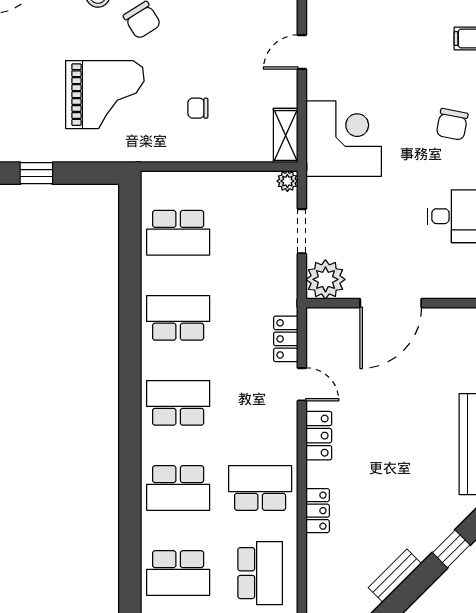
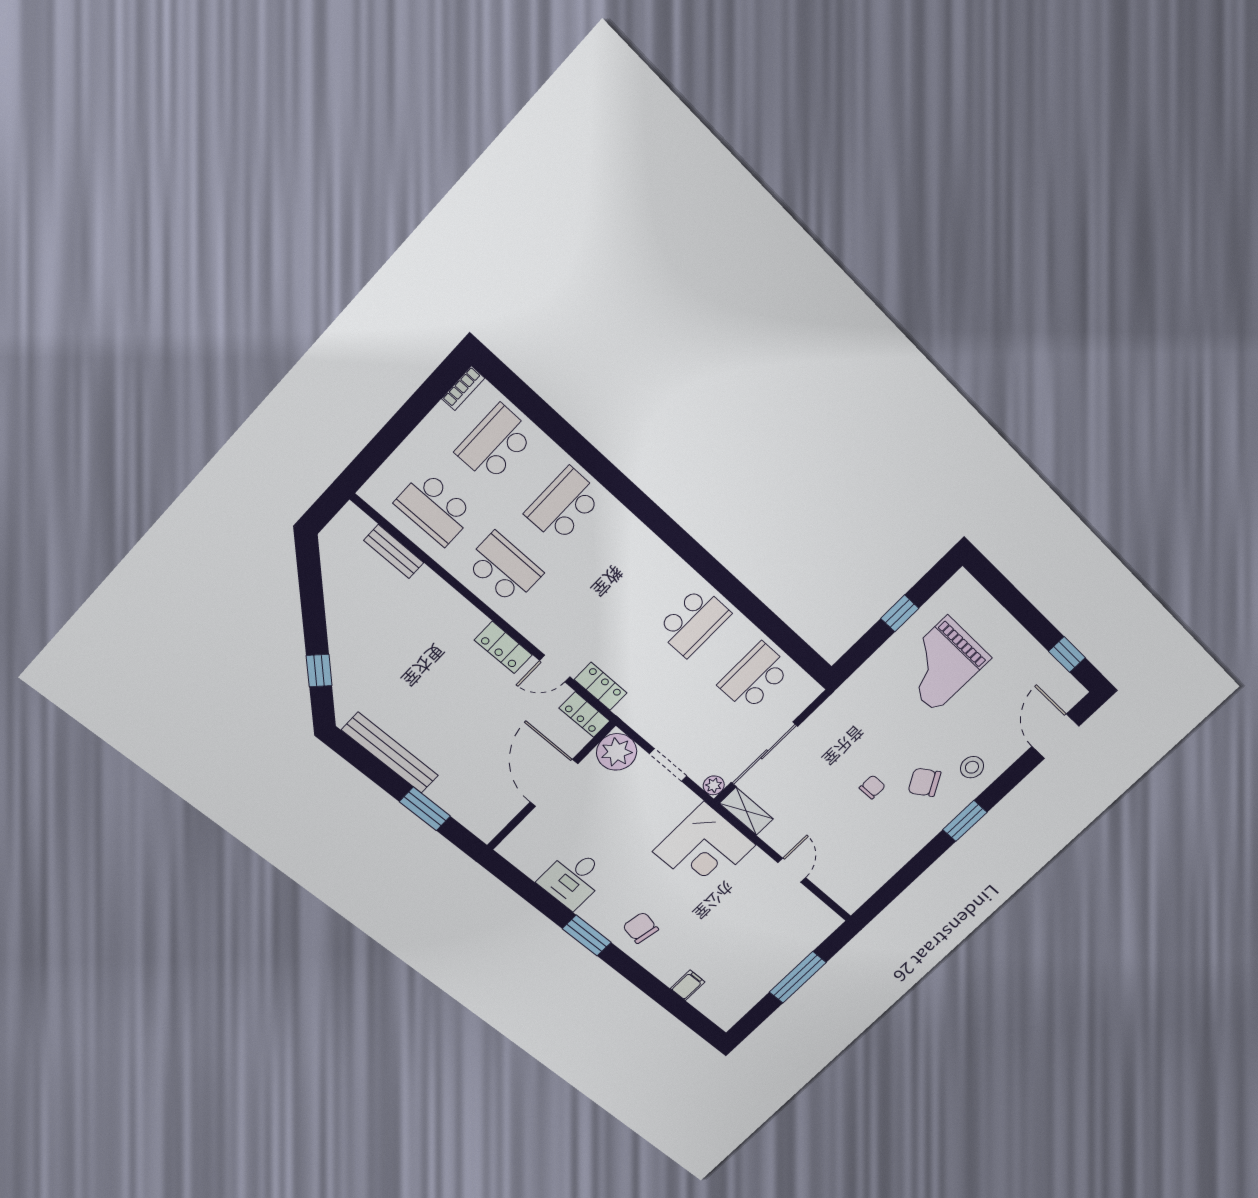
grand piano: (105, 95) -> (941, 664), moved
chair: (198, 108) -> (872, 787), moved
sliding door: (230, 167) -> (764, 754), added
school desk: (178, 403) -> (630, 565), removed
school desk: (260, 488) -> (504, 568), turned -90
locker: (318, 511) -> (585, 715), moved
bench: (395, 576) -> (394, 552), moved, turned -45

